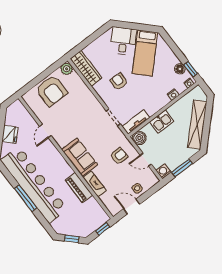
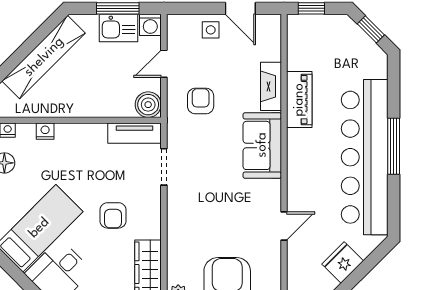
kitchen sink: (162, 122) -> (118, 28), moved, turned 180
armchair: (119, 156) -> (201, 101), turned 90
door: (146, 160) -> (164, 64), swing flipped

